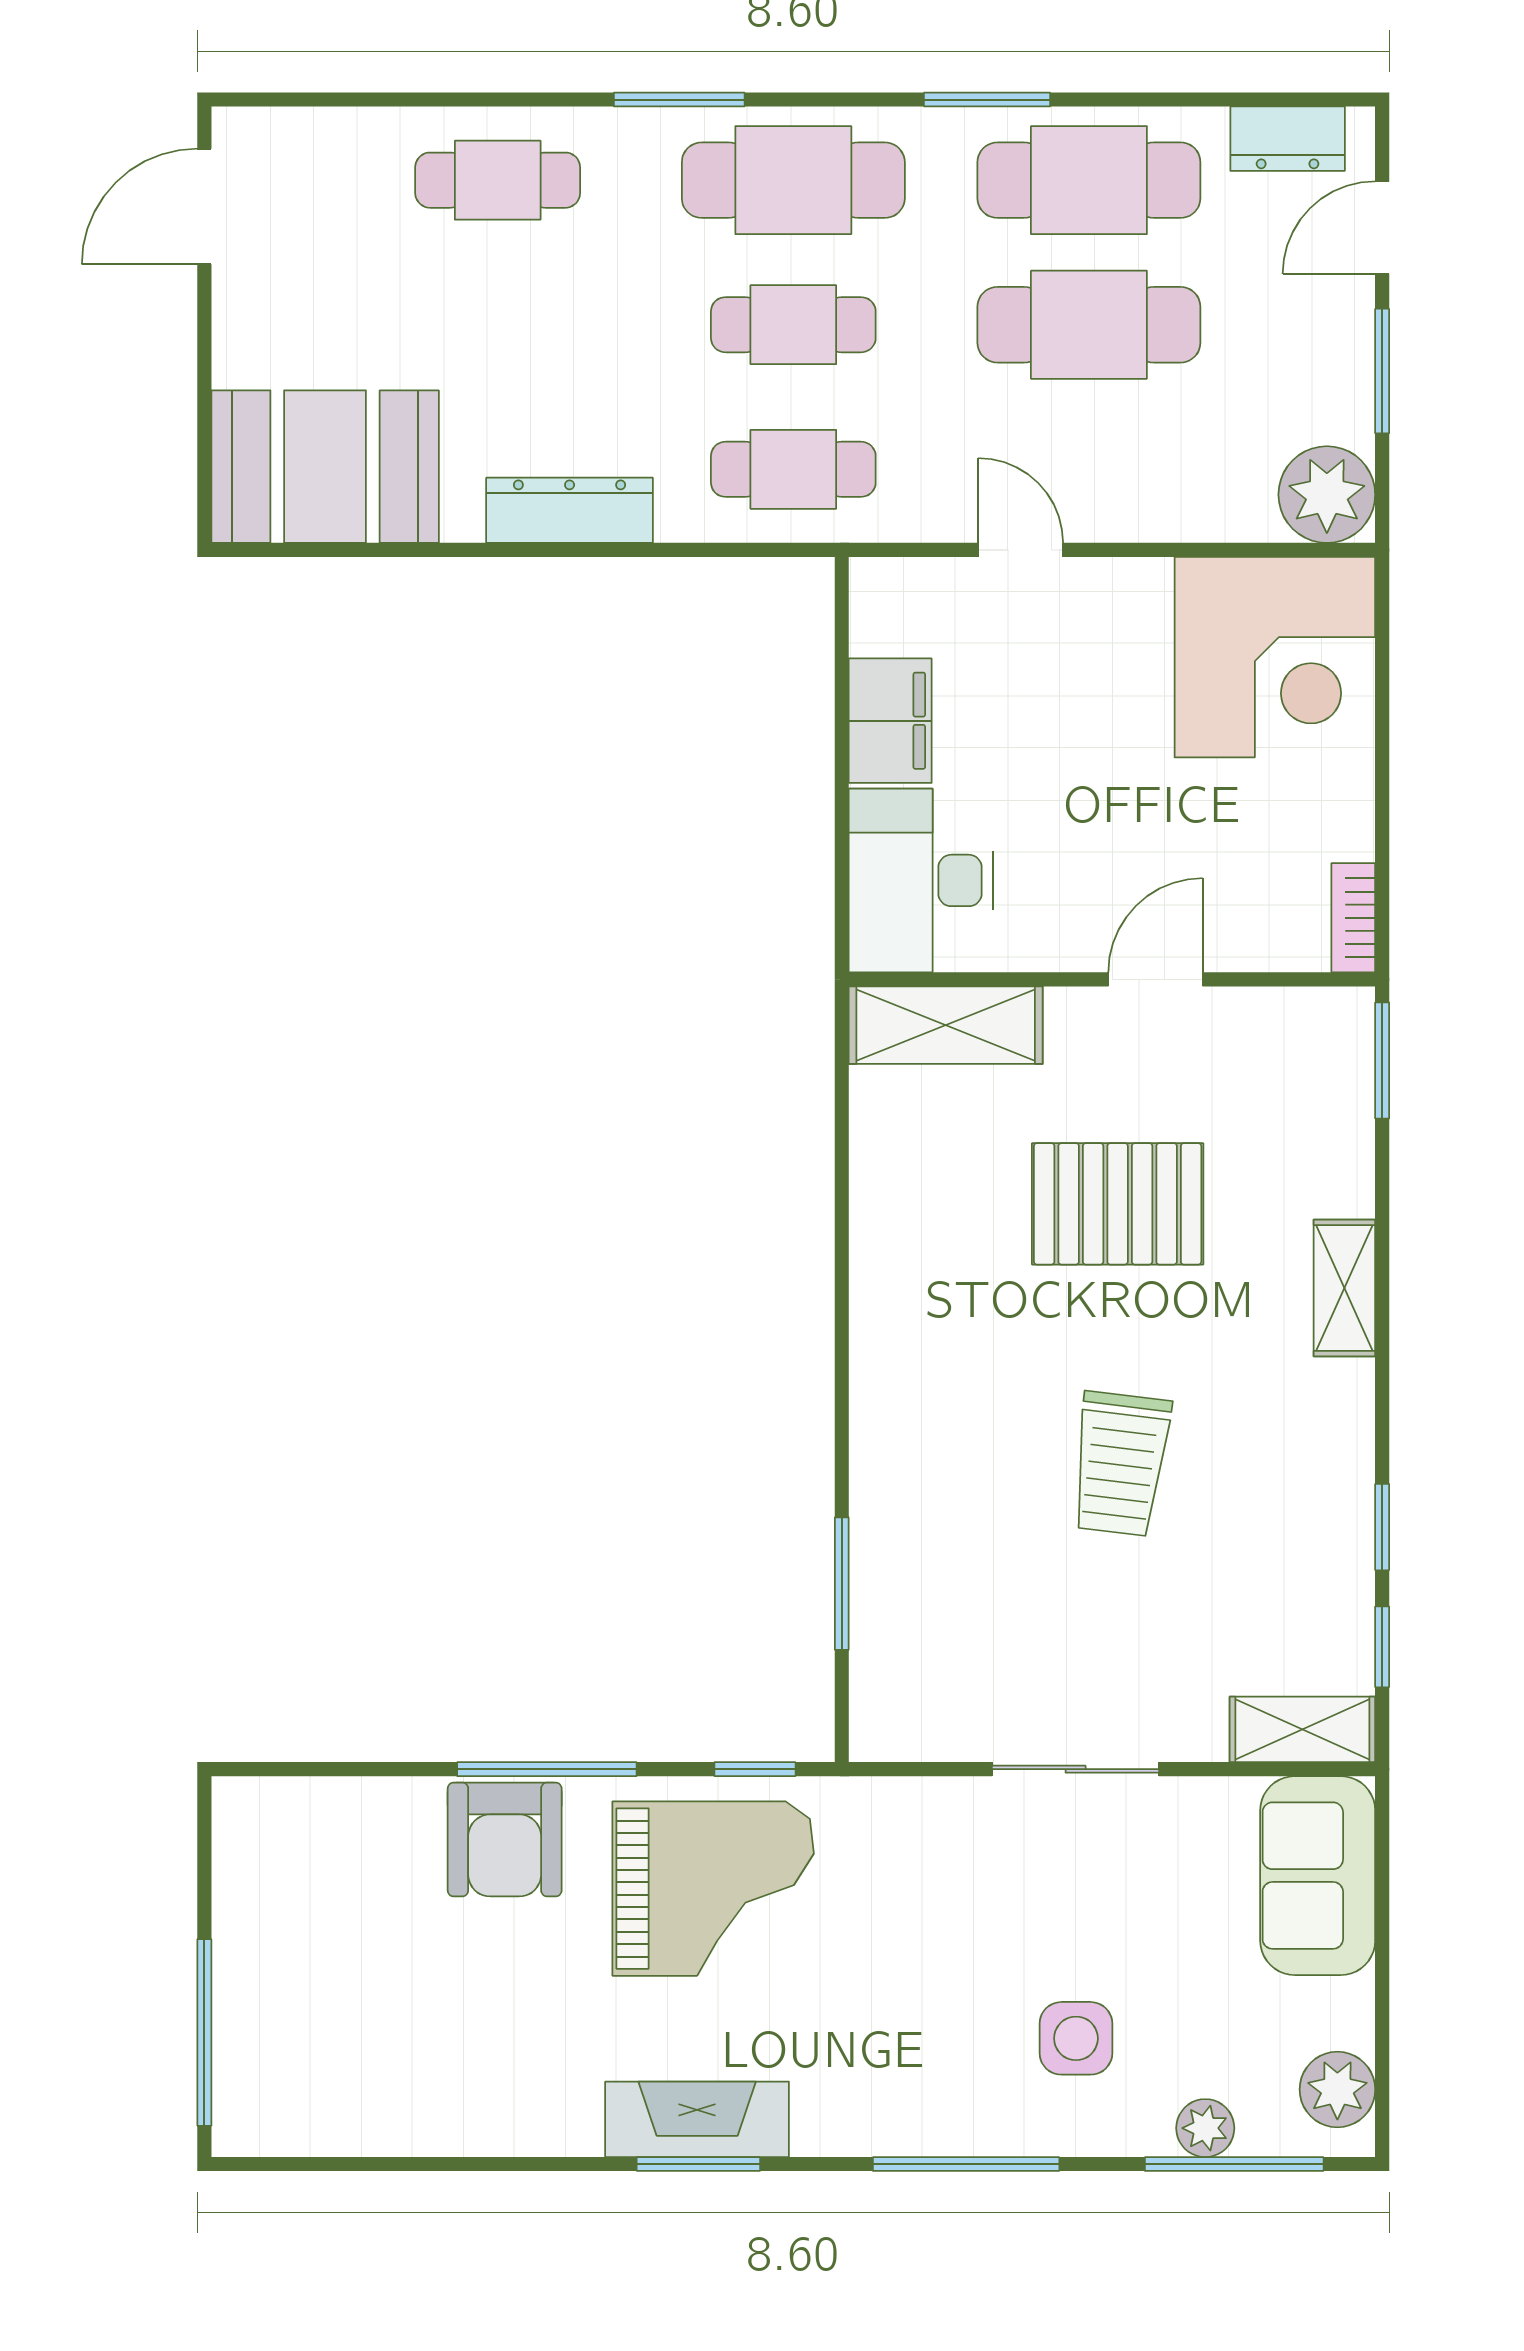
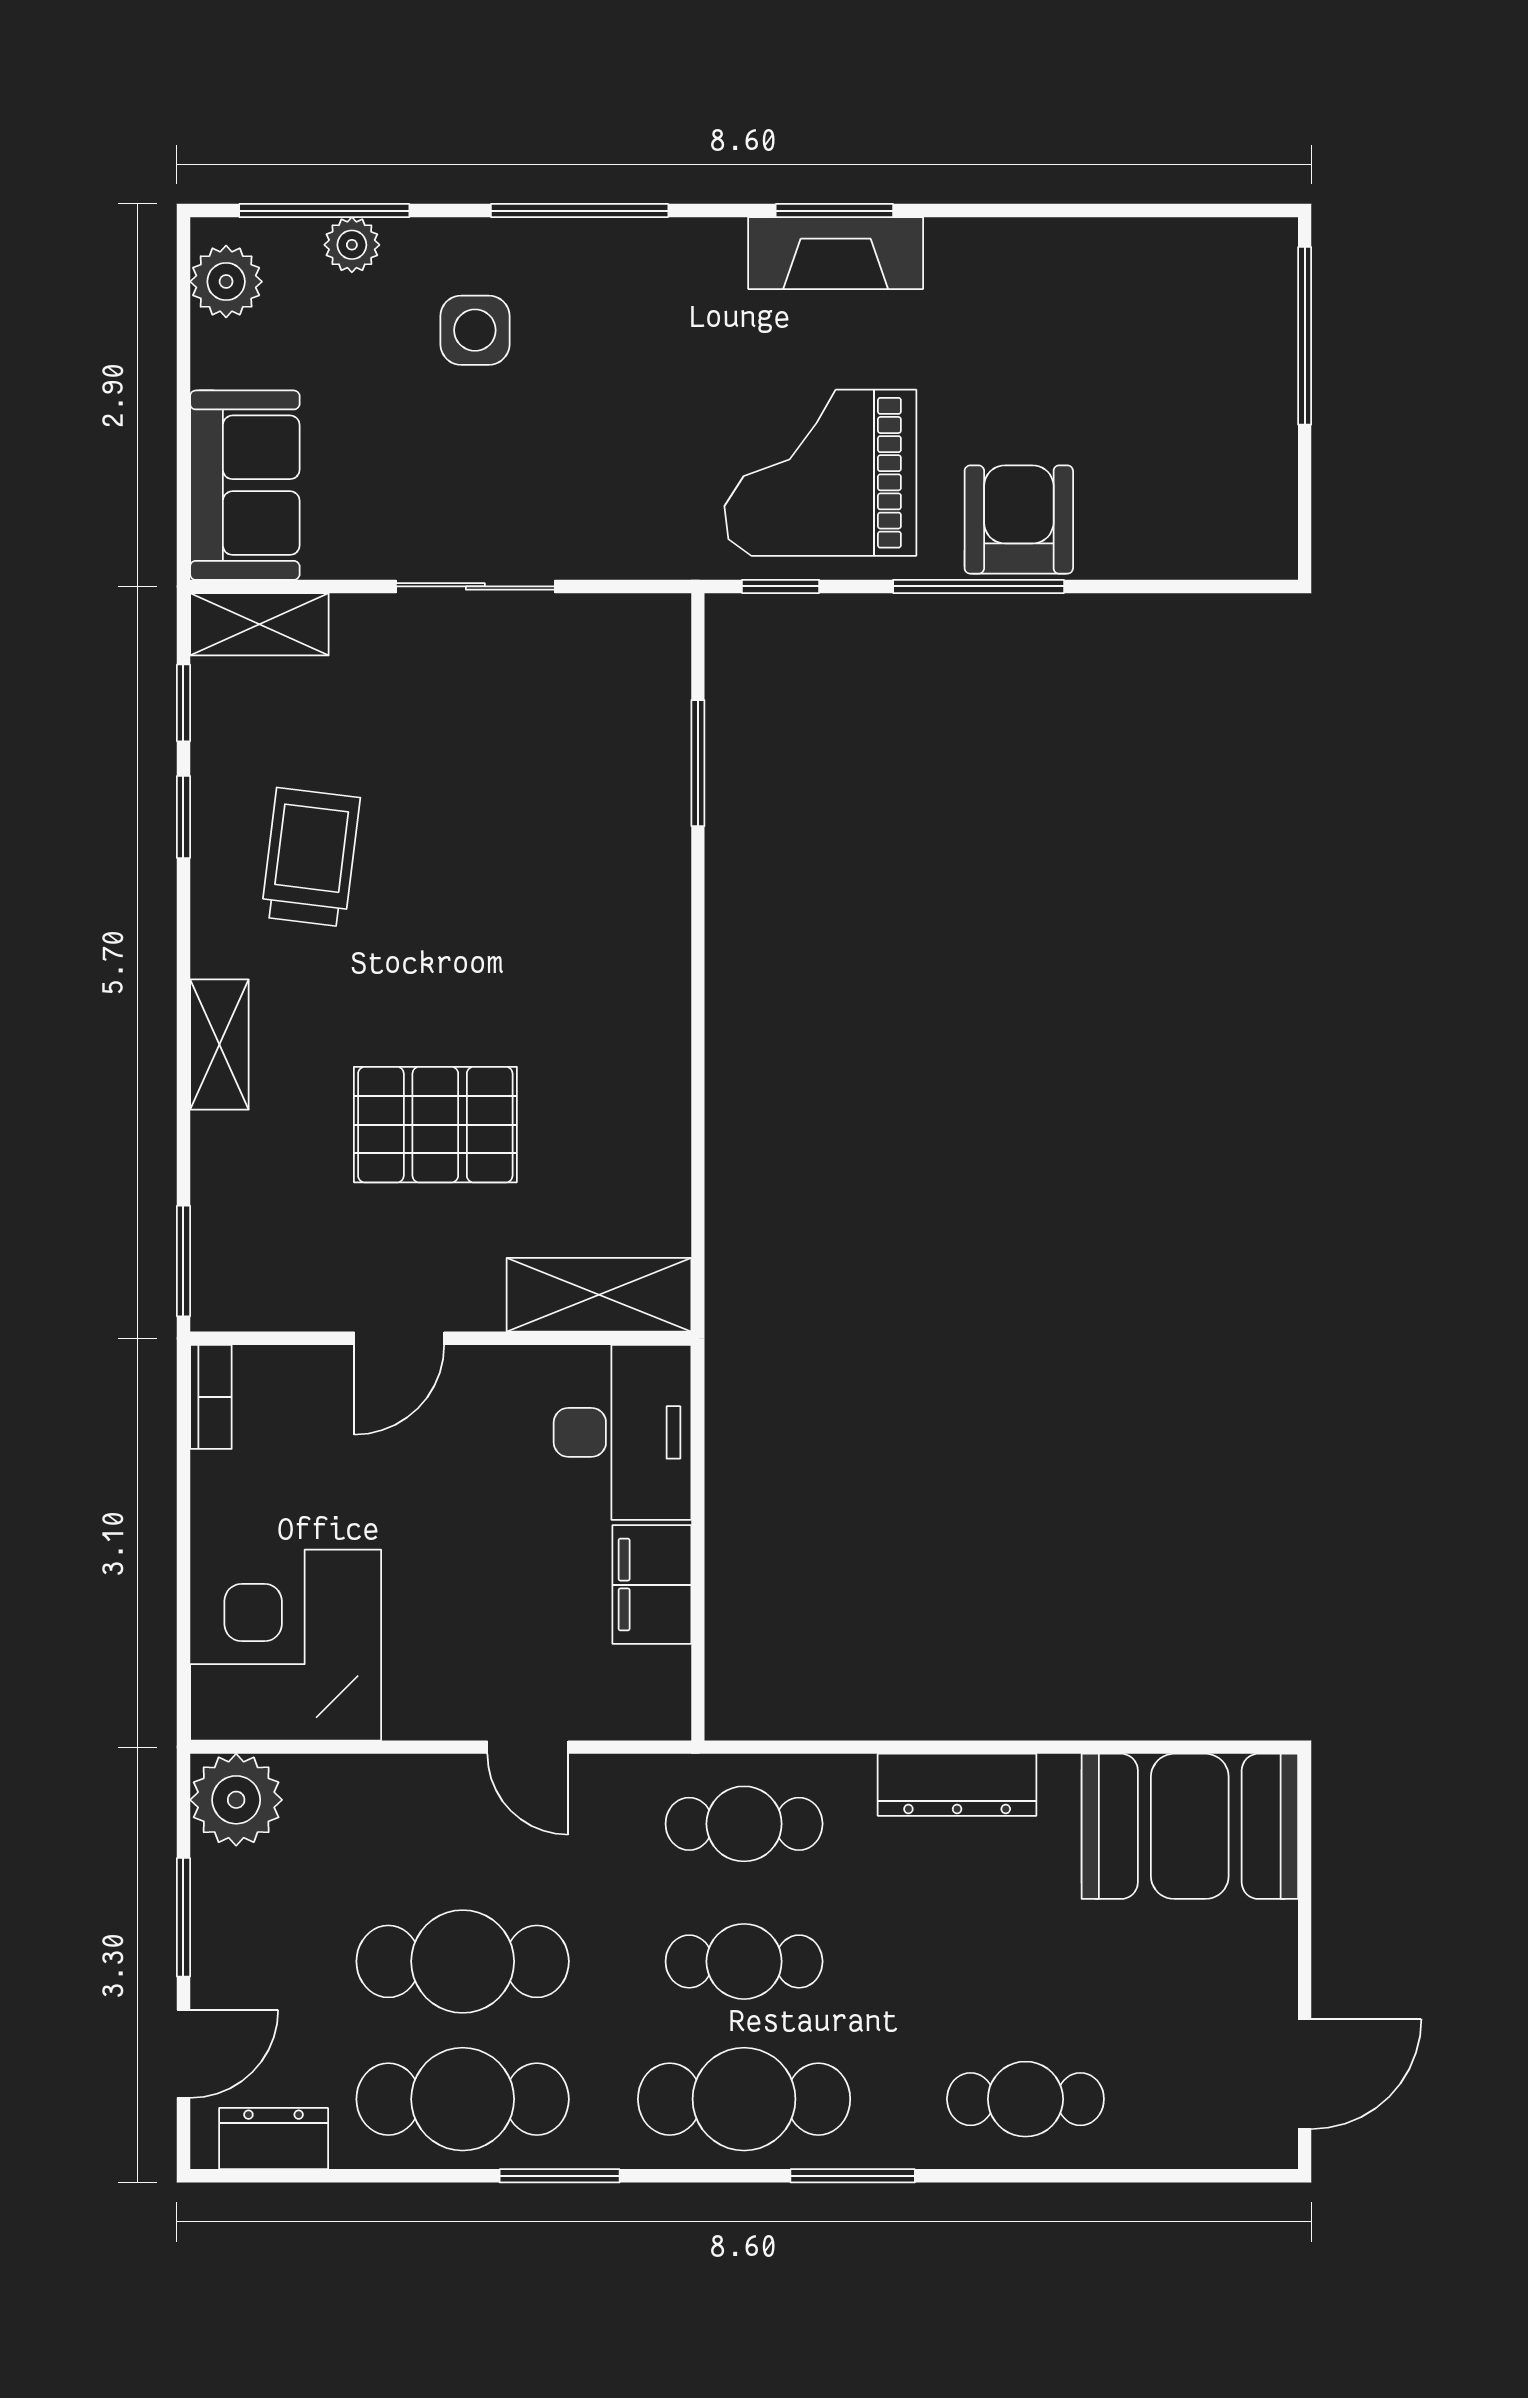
trolley: (1120, 1464) -> (311, 857), moved

